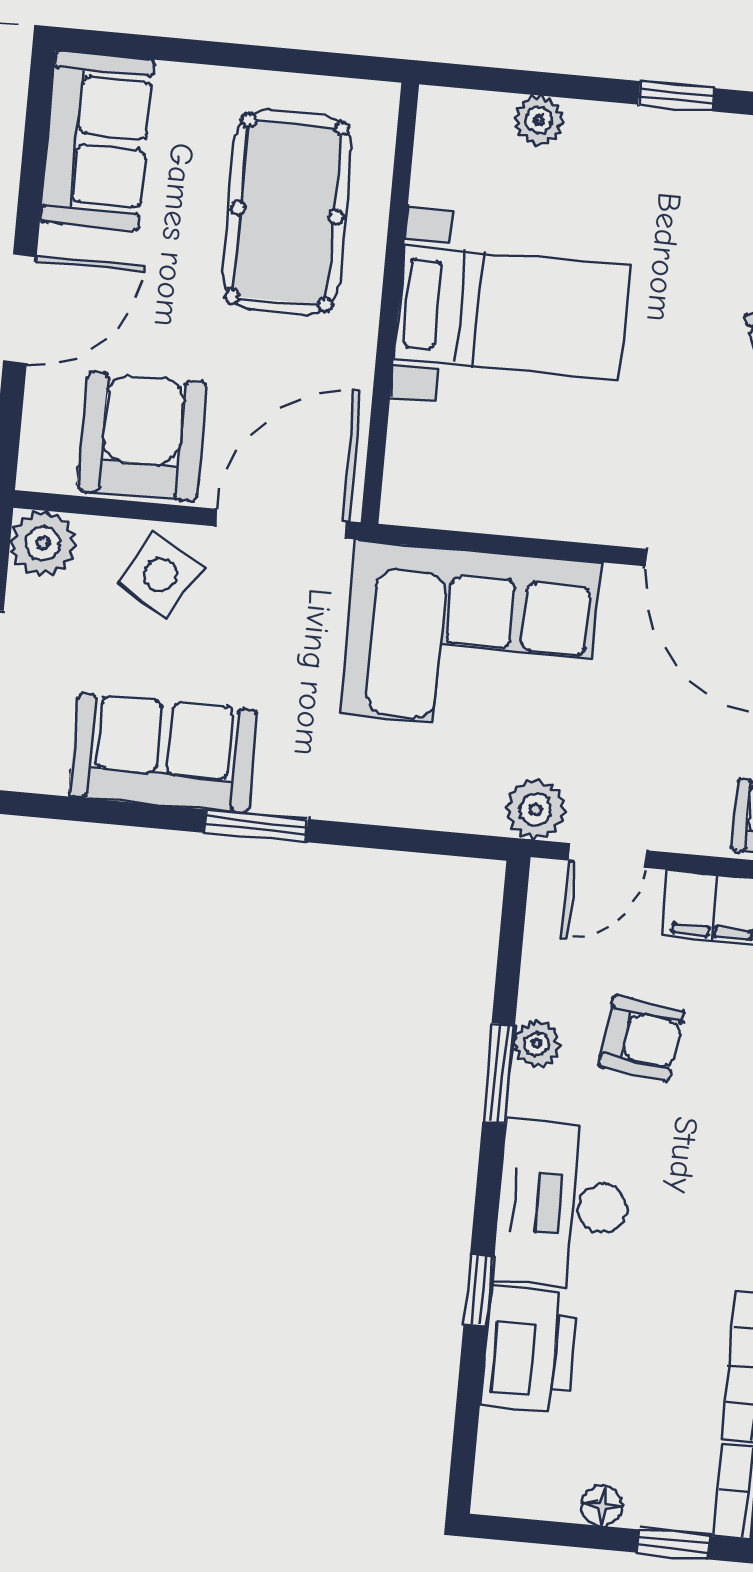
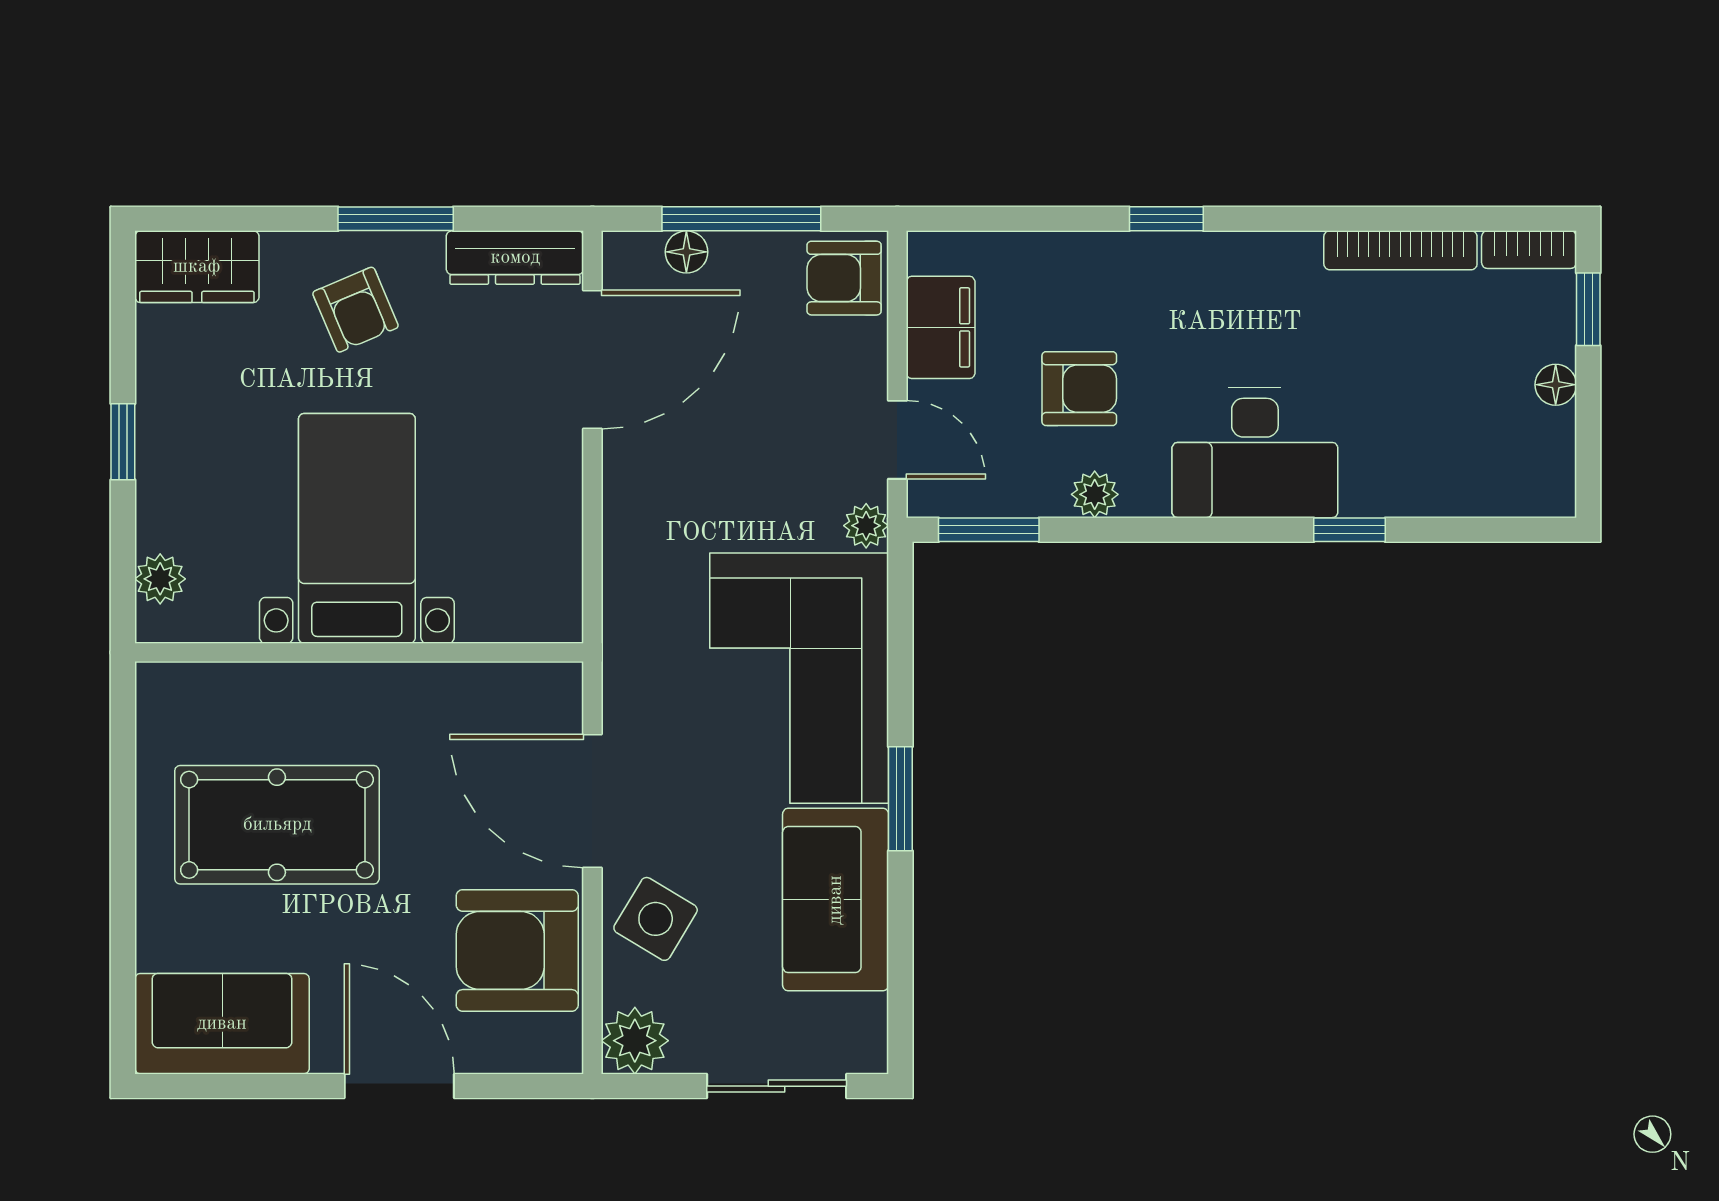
wall: (390, 303) -> (359, 652), moved
bed with nightstands: (512, 312) -> (357, 528), moved
corner sofa: (470, 638) -> (799, 678), moved, turned 180
plant: (536, 809) -> (866, 526), width x0.73, depth x0.73
armchair: (641, 1038) -> (1079, 389), turned 82
window: (499, 1073) -> (989, 530), moved
printer: (529, 1349) -> (1404, 473), removed

